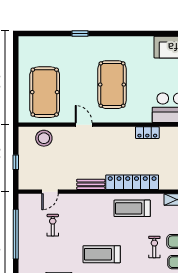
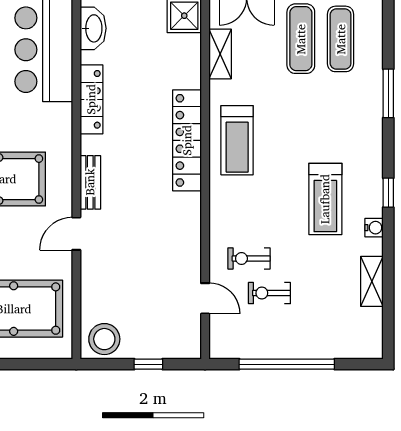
locker: (147, 133) -> (91, 99), width x1.53
stool: (44, 138) -> (104, 339), moved
bench: (91, 184) -> (90, 182), moved
exercise bike: (154, 247) -> (249, 258), moved

